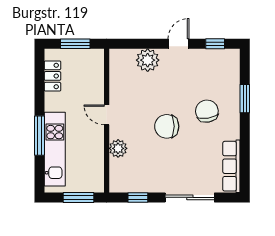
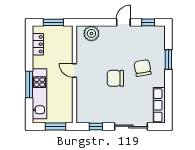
plant: (148, 60) -> (91, 33), moved
plant: (118, 148) -> (82, 93), removed

